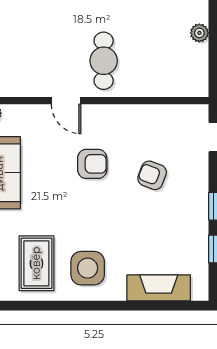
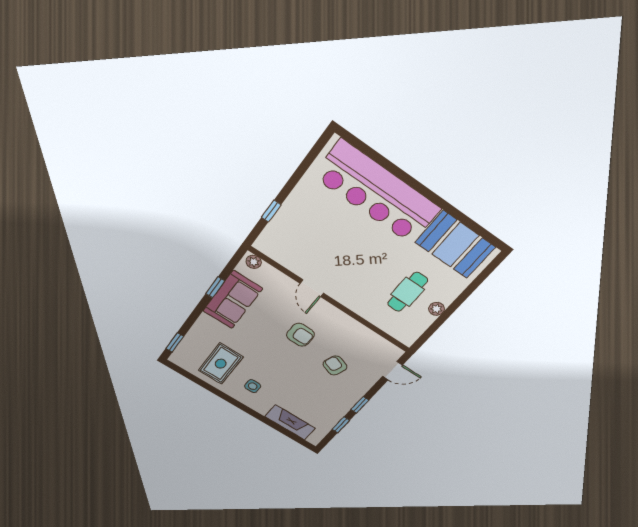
cafe table: (104, 61) -> (408, 292), moved
side table: (88, 268) -> (253, 386), width x0.54, depth x0.54

